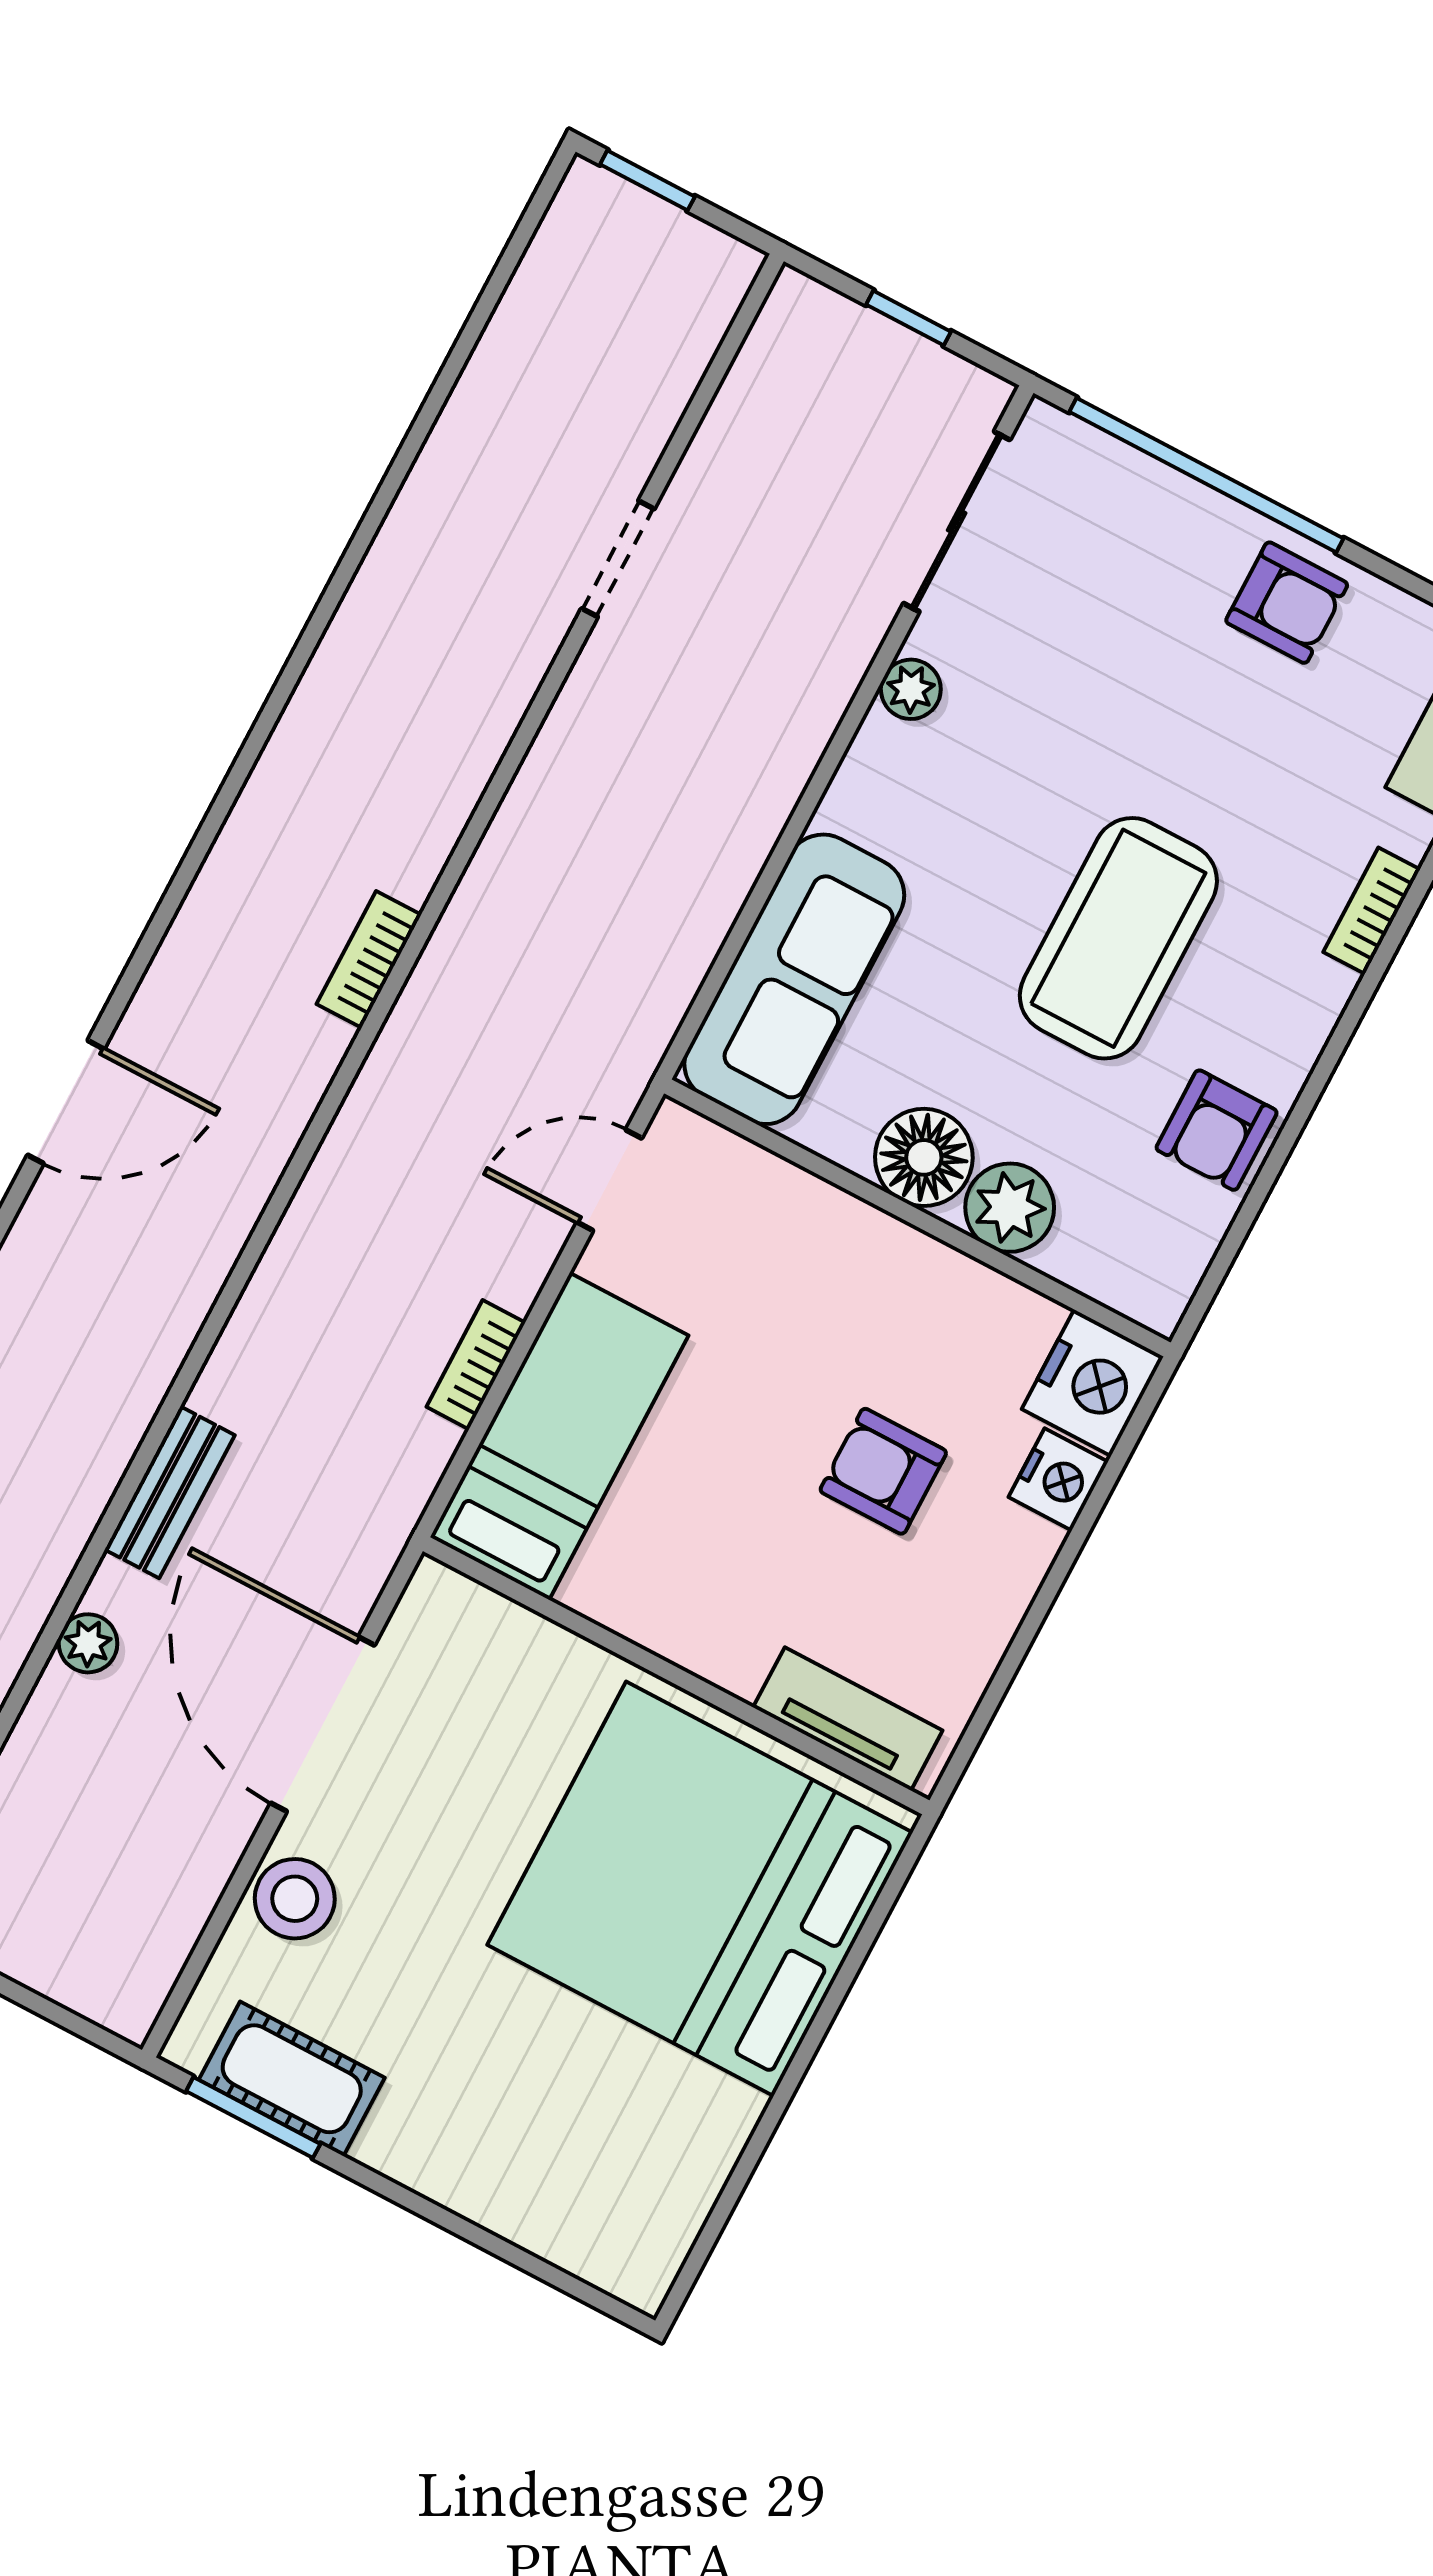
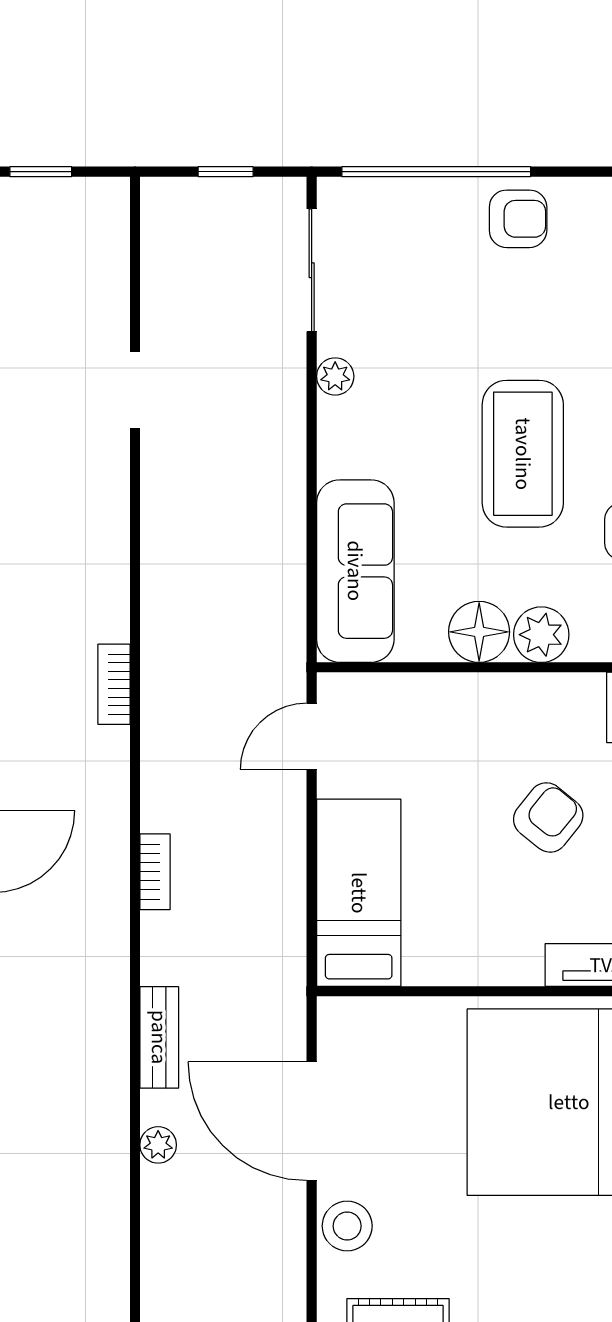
bookcase: (476, 1365) -> (155, 872), moved, turned 180
armchair: (883, 1471) -> (548, 817), turned 129

